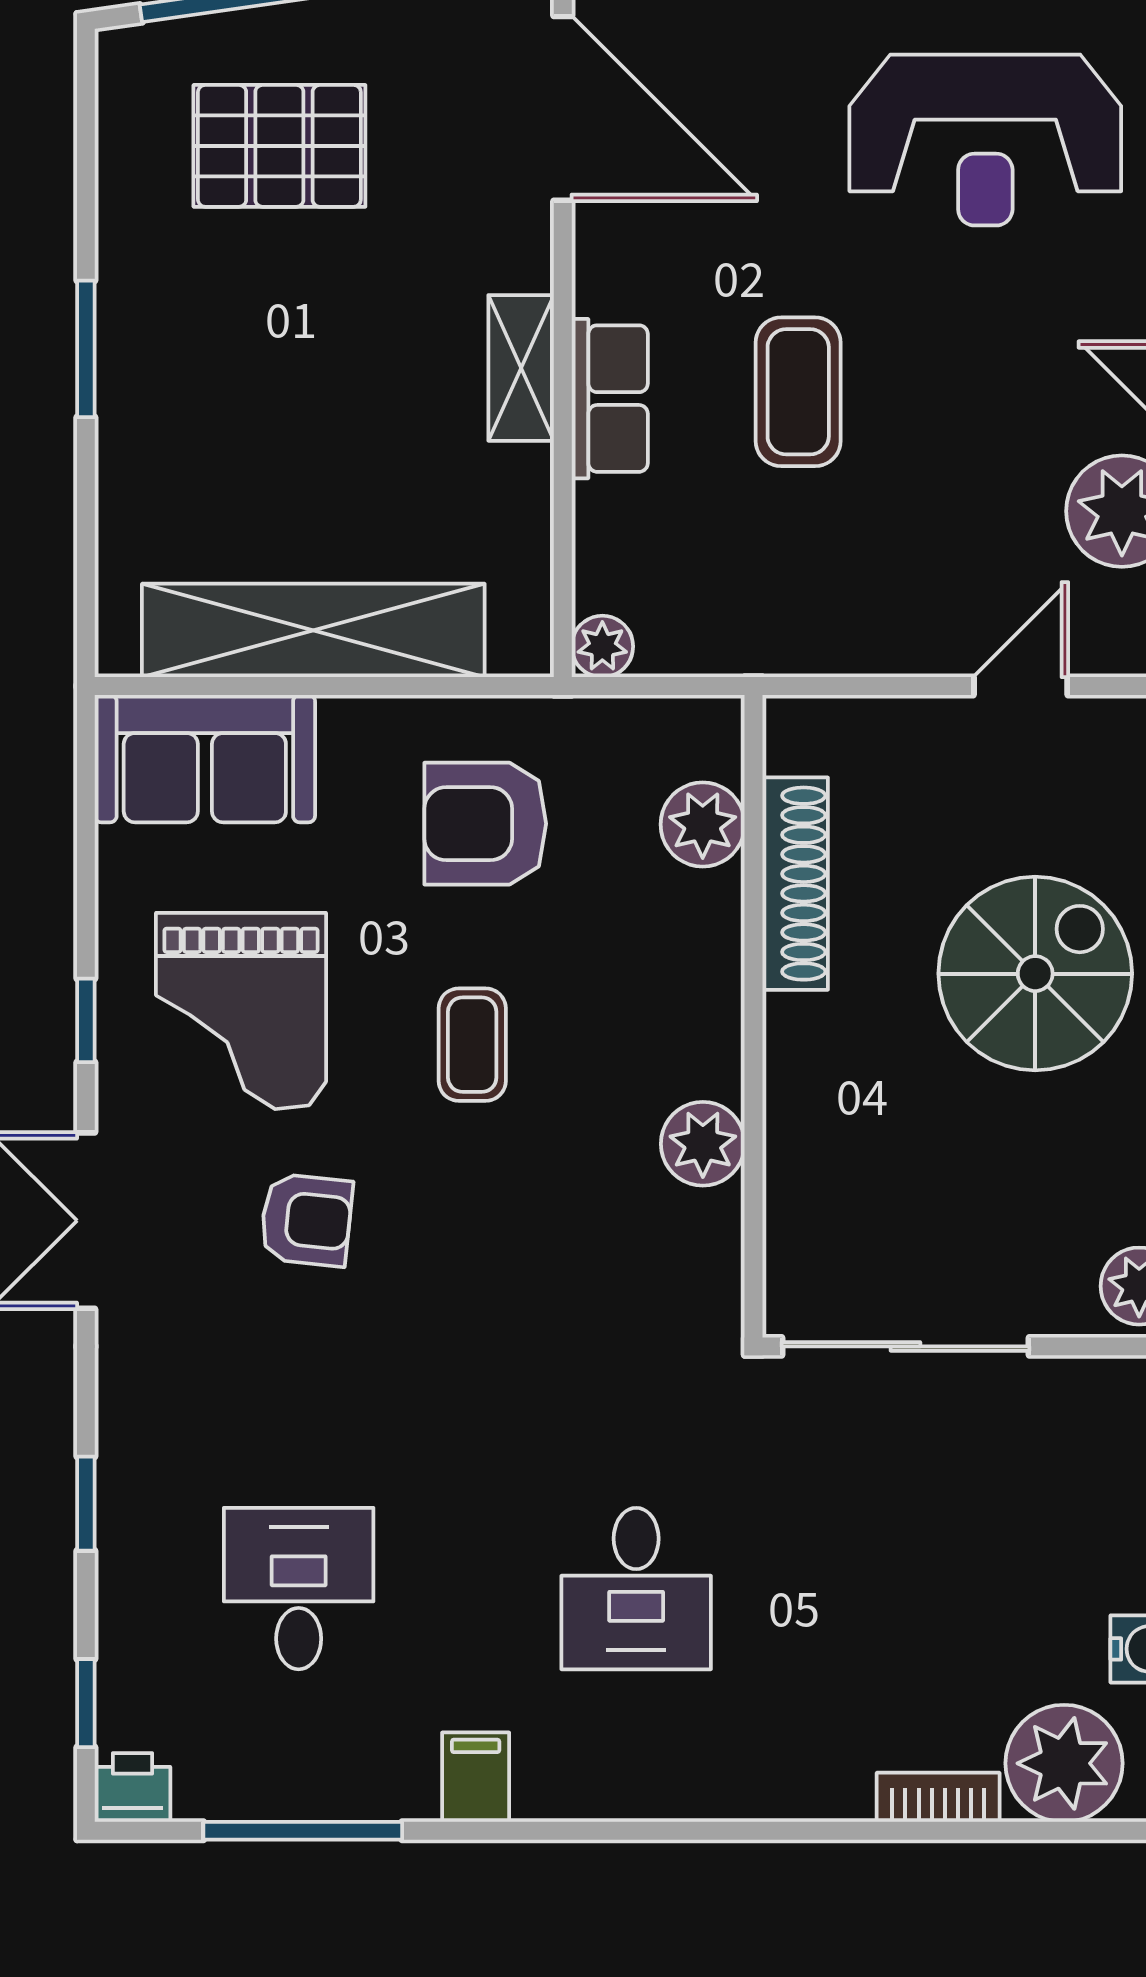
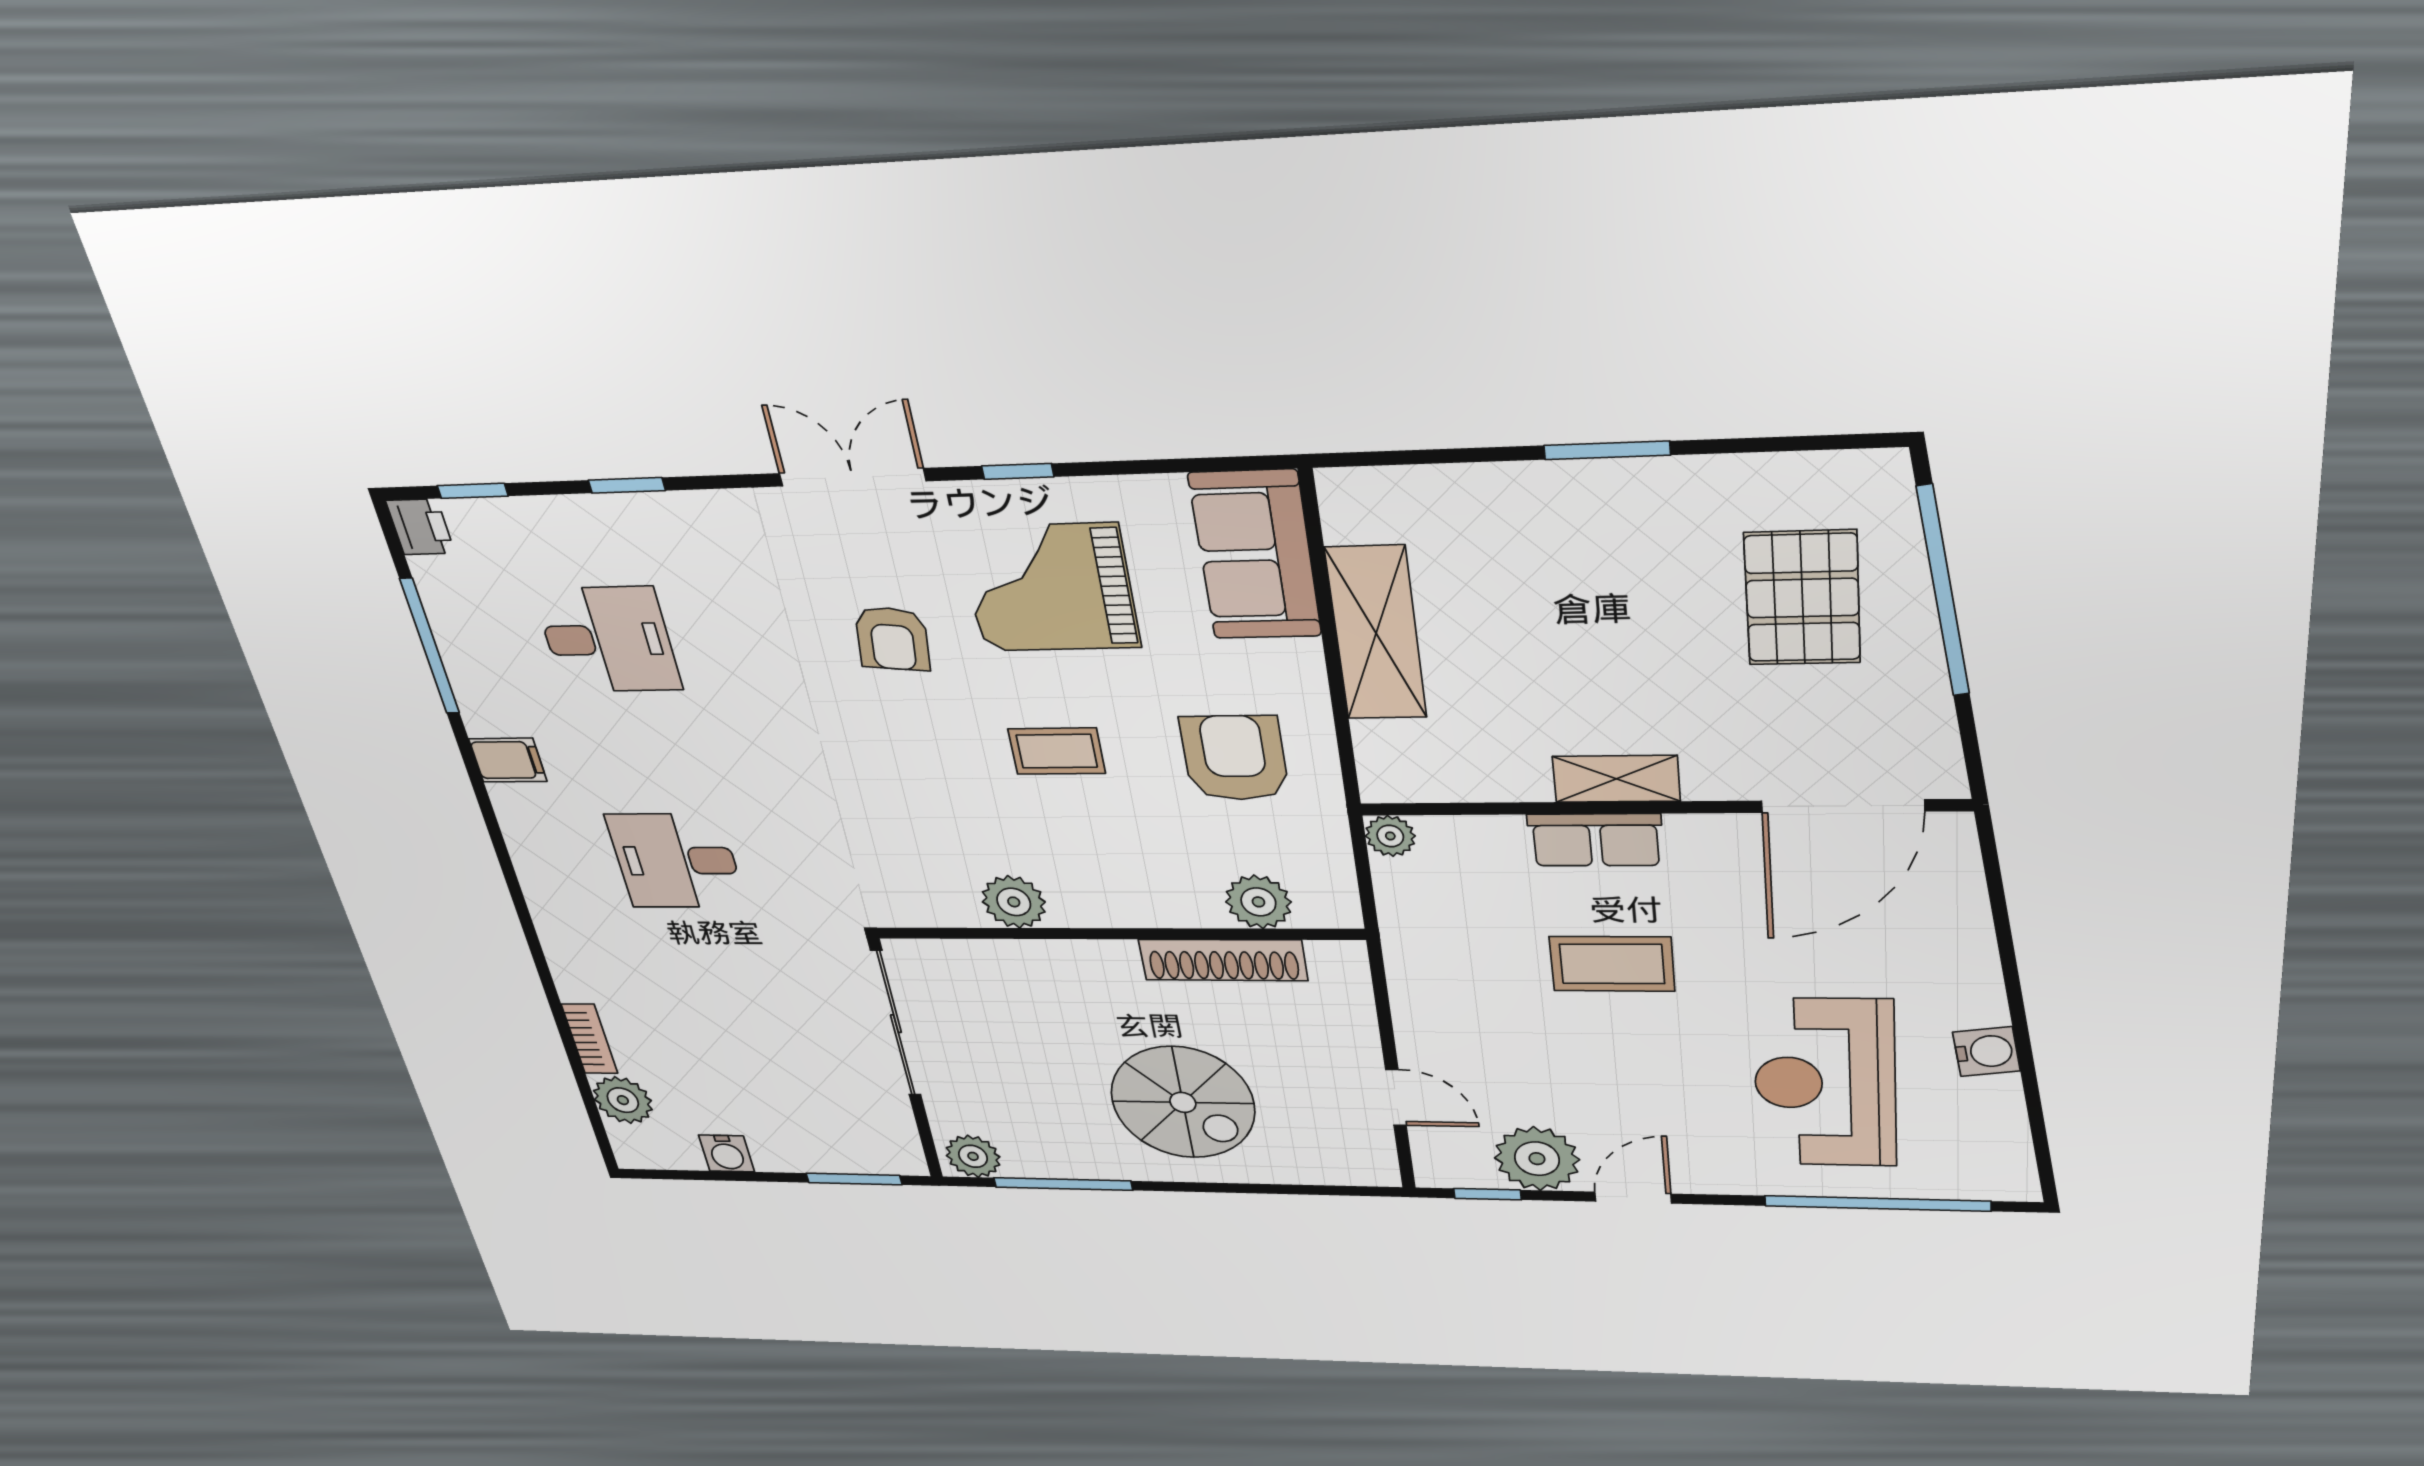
shelving: (313, 630) -> (1376, 633), width x0.68
plant: (1064, 1763) -> (623, 1100), width x0.73, depth x0.73

